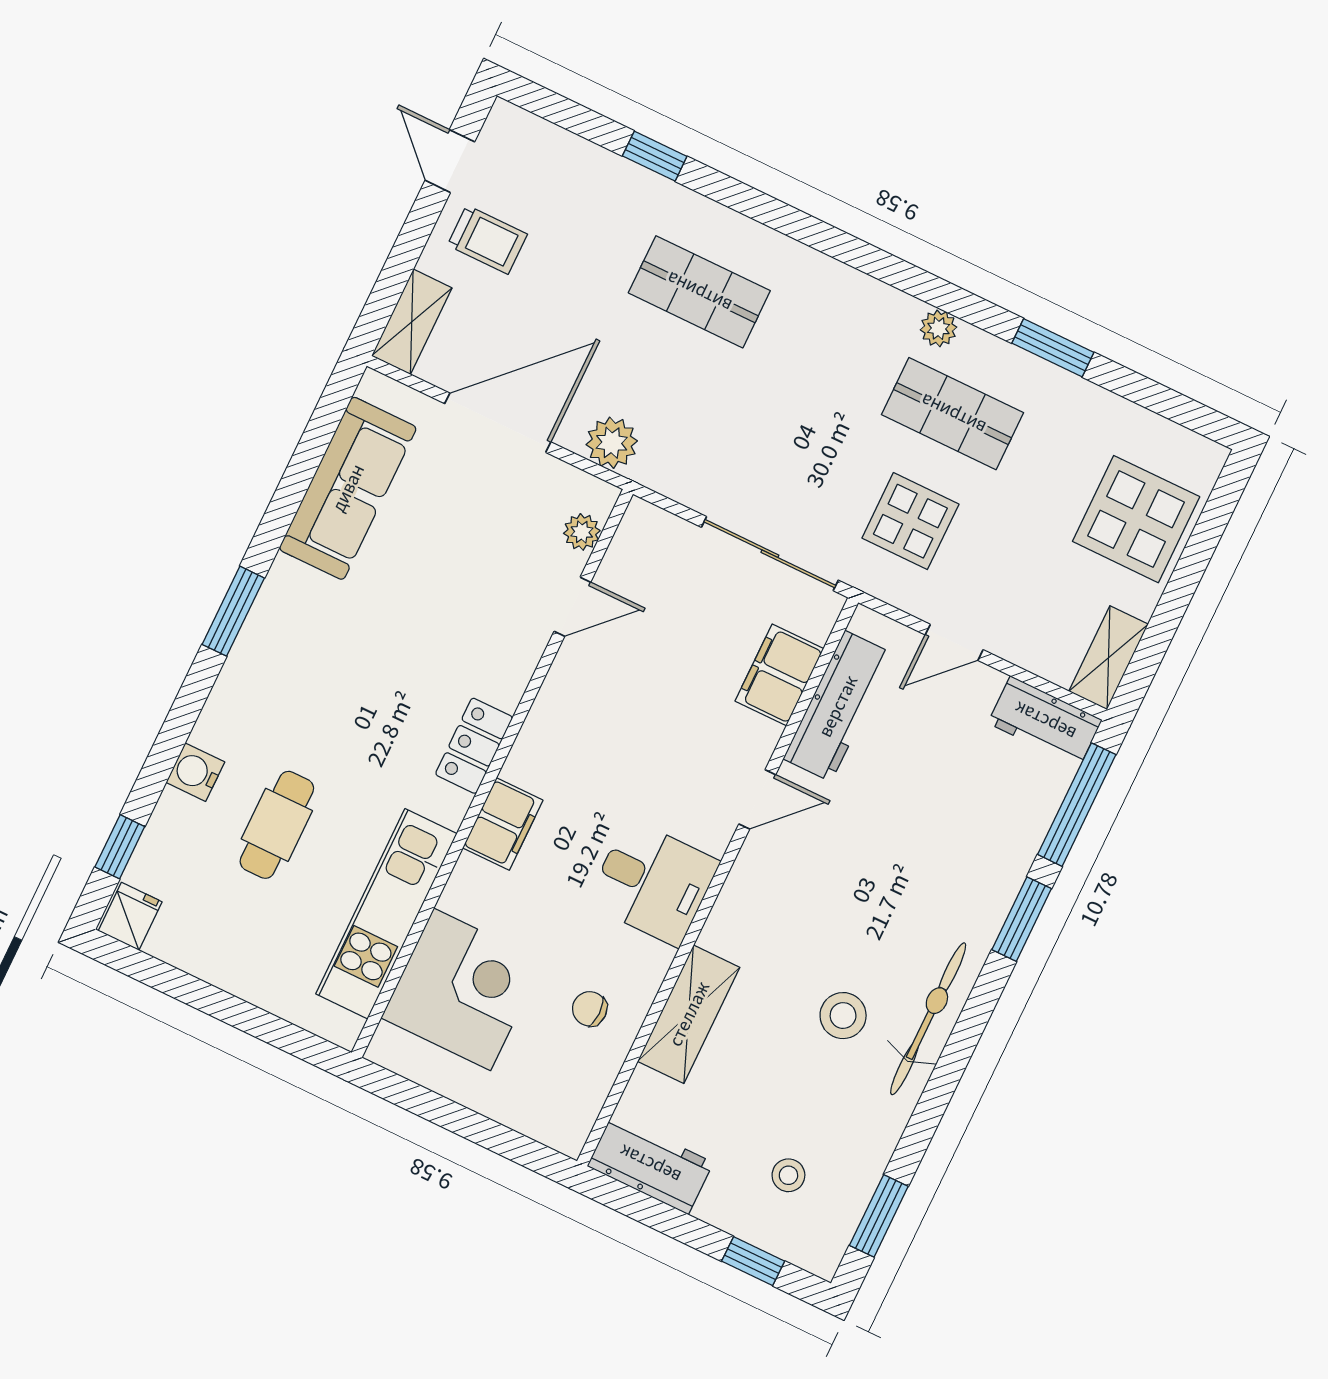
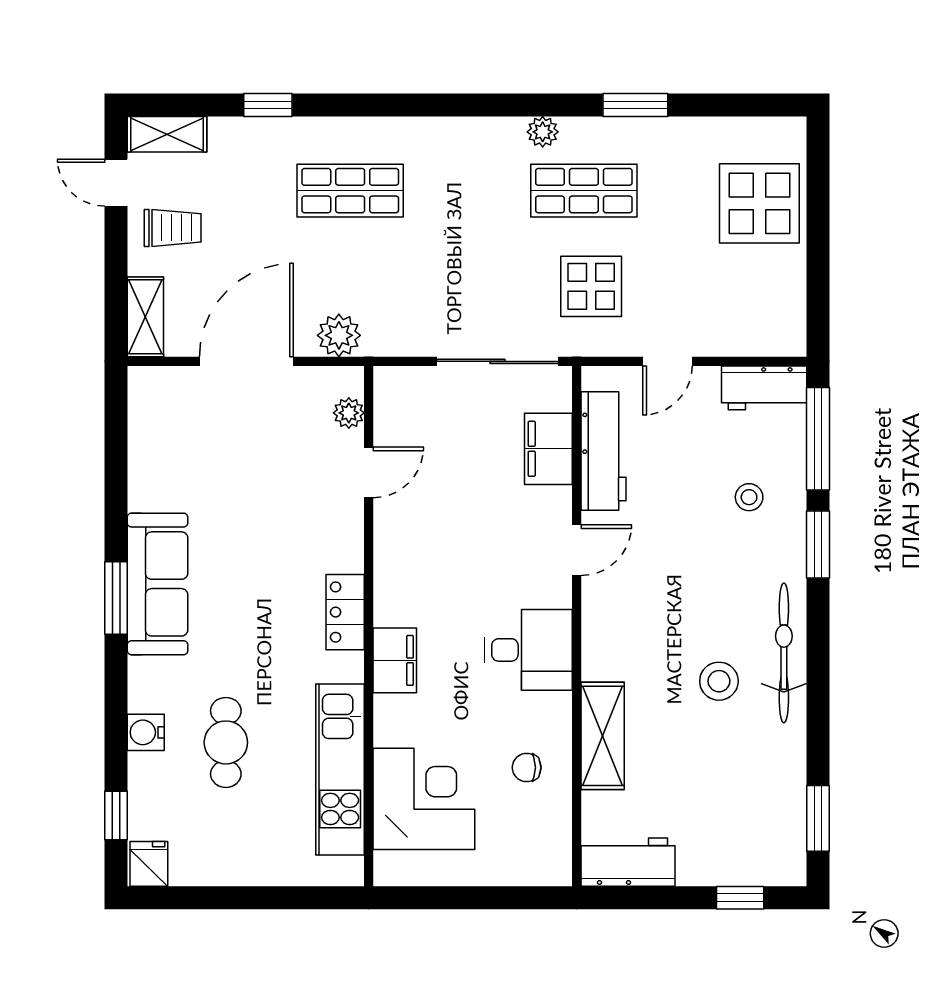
sofa: (348, 488) -> (158, 584), moved
shelving: (1108, 658) -> (167, 134), moved, turned 90
stool: (788, 1175) -> (749, 497), moved

